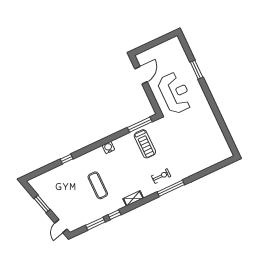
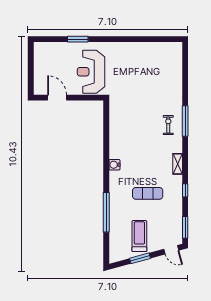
reception desk: (175, 93) -> (91, 72), turned -90
window: (140, 125) -> (106, 122), removed
treadmill: (145, 144) -> (139, 236), moved, turned -90
window: (67, 159) -> (106, 212), width x3.17
window: (95, 224) -> (185, 227), moved

